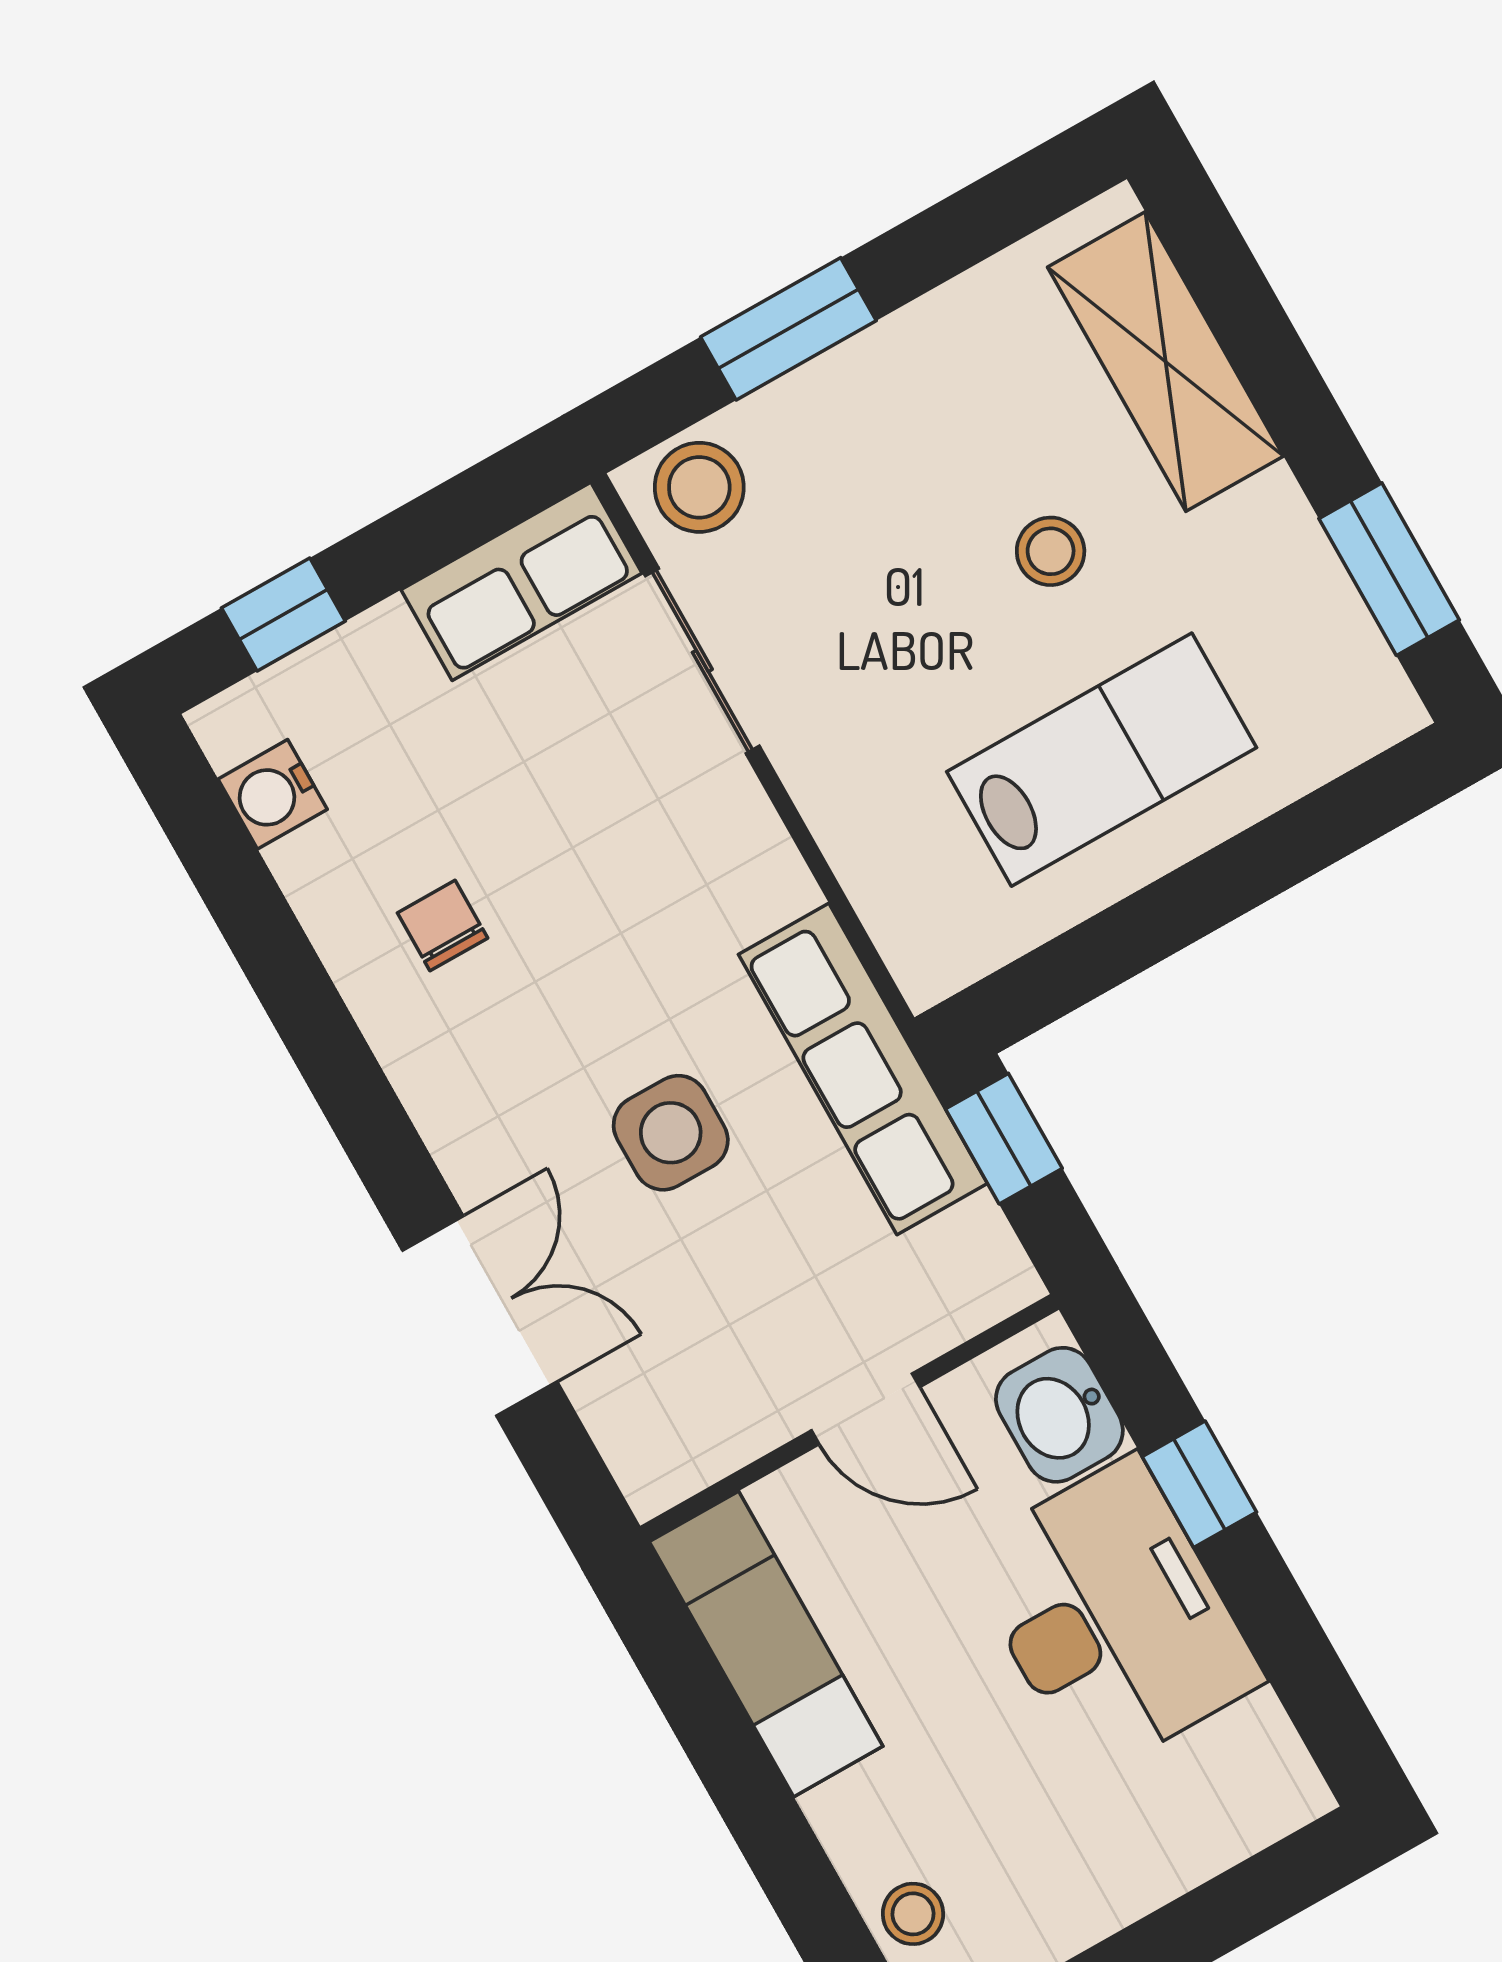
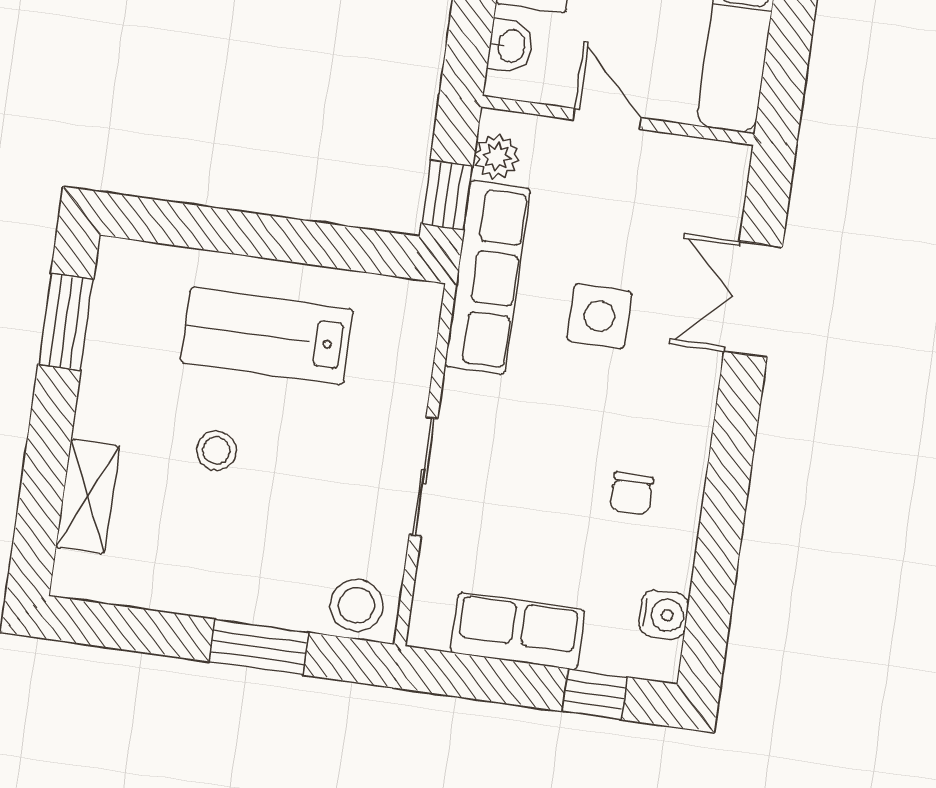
shelving: (1166, 362) -> (88, 497), width x0.67, depth x0.75
row of seats: (522, 581) -> (518, 631), moved
sliding door: (702, 661) -> (424, 477), moved
plant: (977, 1242) -> (497, 157), added
washbasin: (1059, 1415) -> (510, 46), width x0.72, depth x0.69

